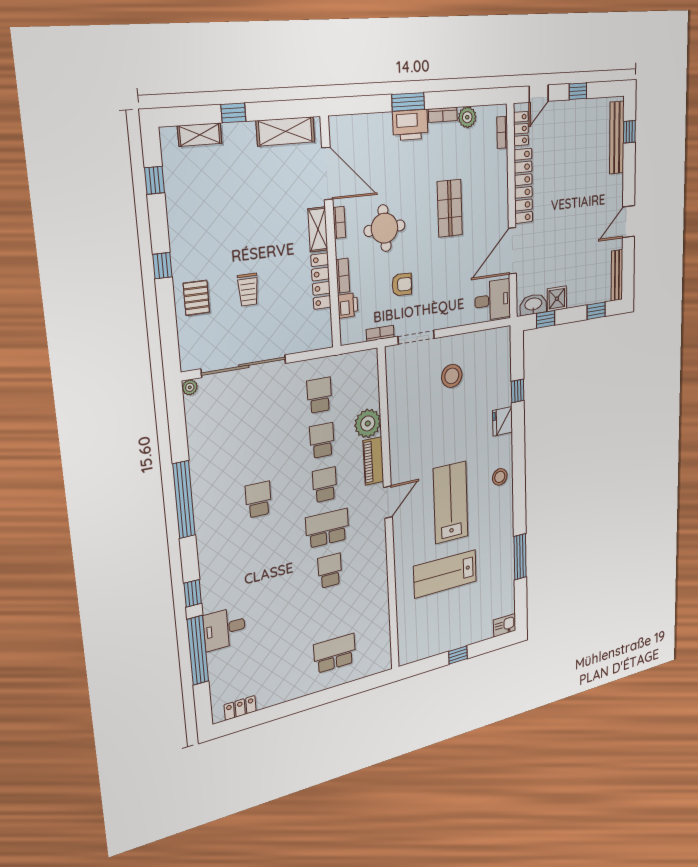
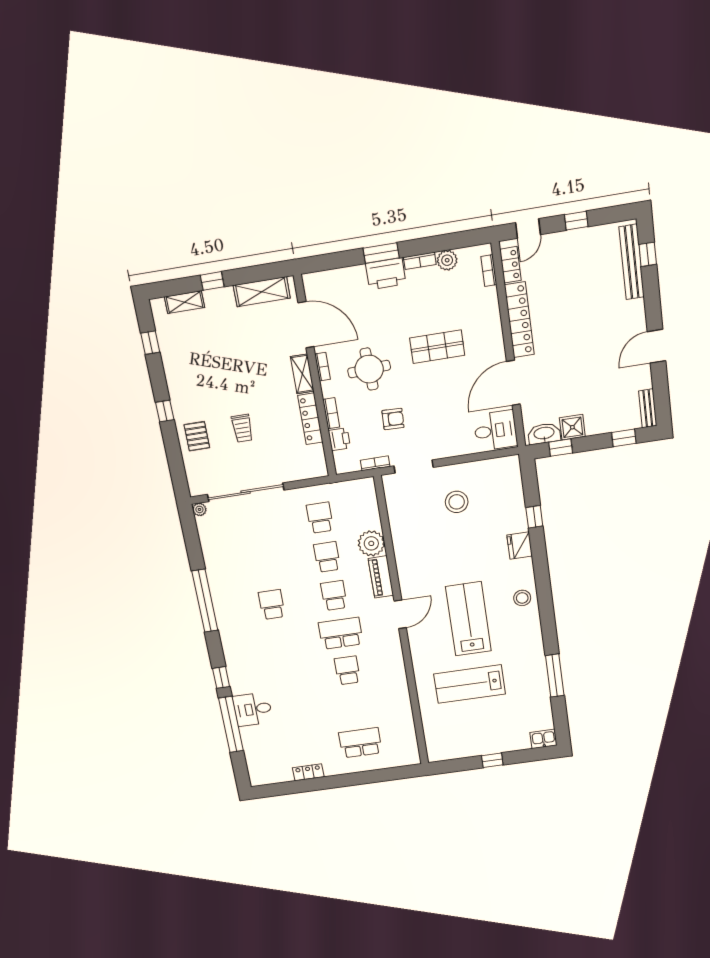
shop shelf: (450, 208) -> (437, 347), turned 90
bench: (617, 275) -> (648, 408), width x0.73
locker: (240, 708) -> (308, 772), moved

